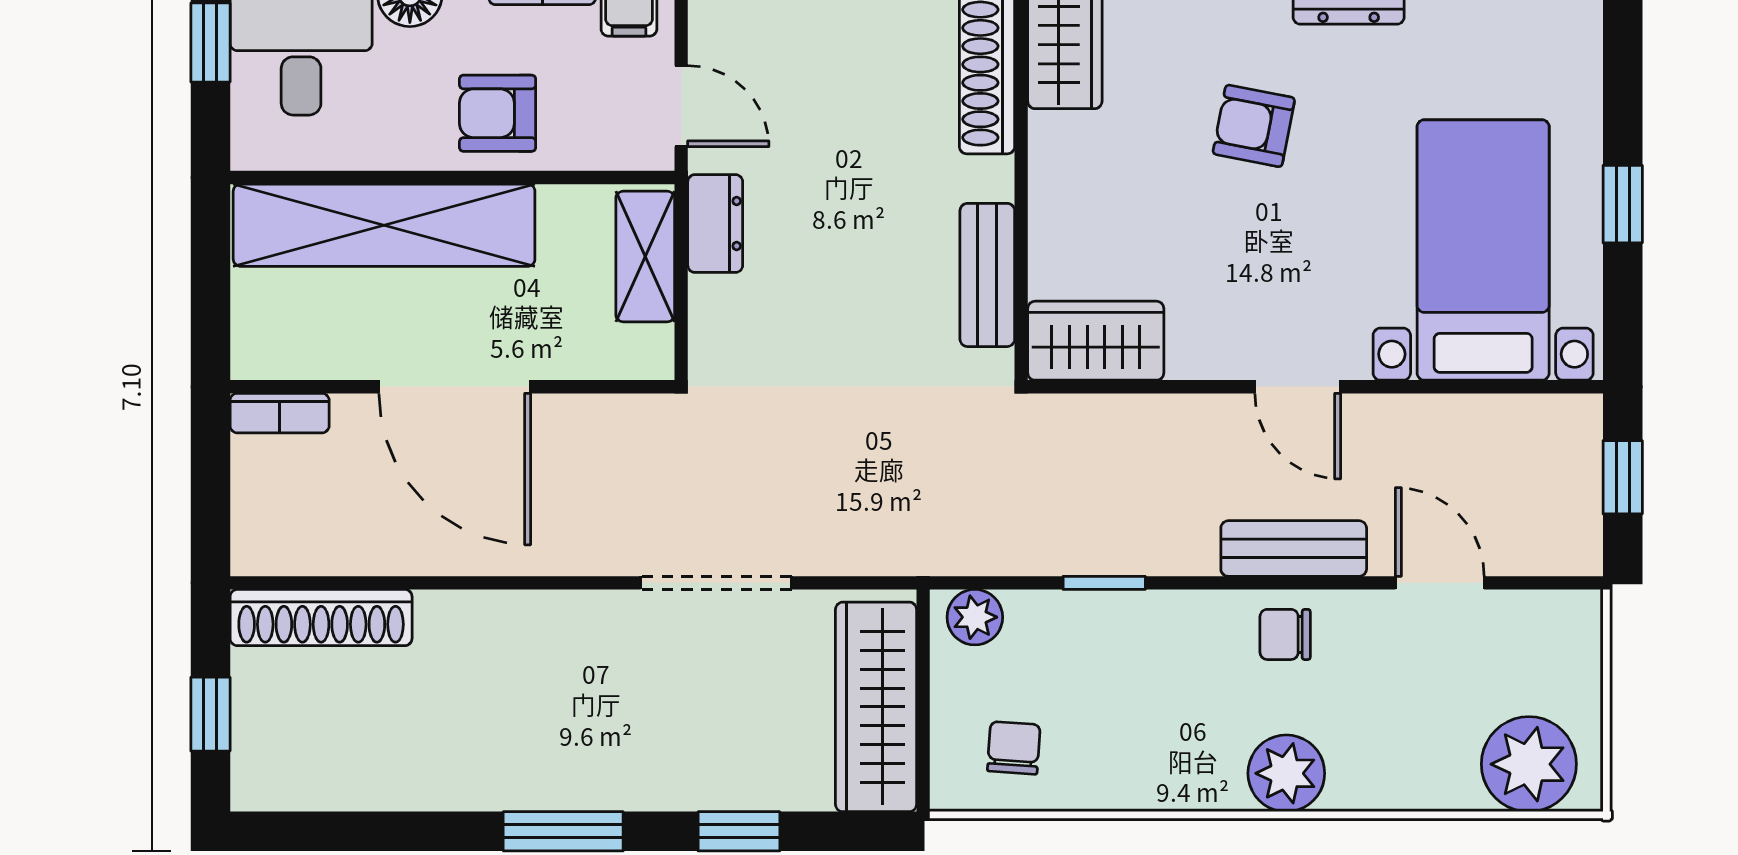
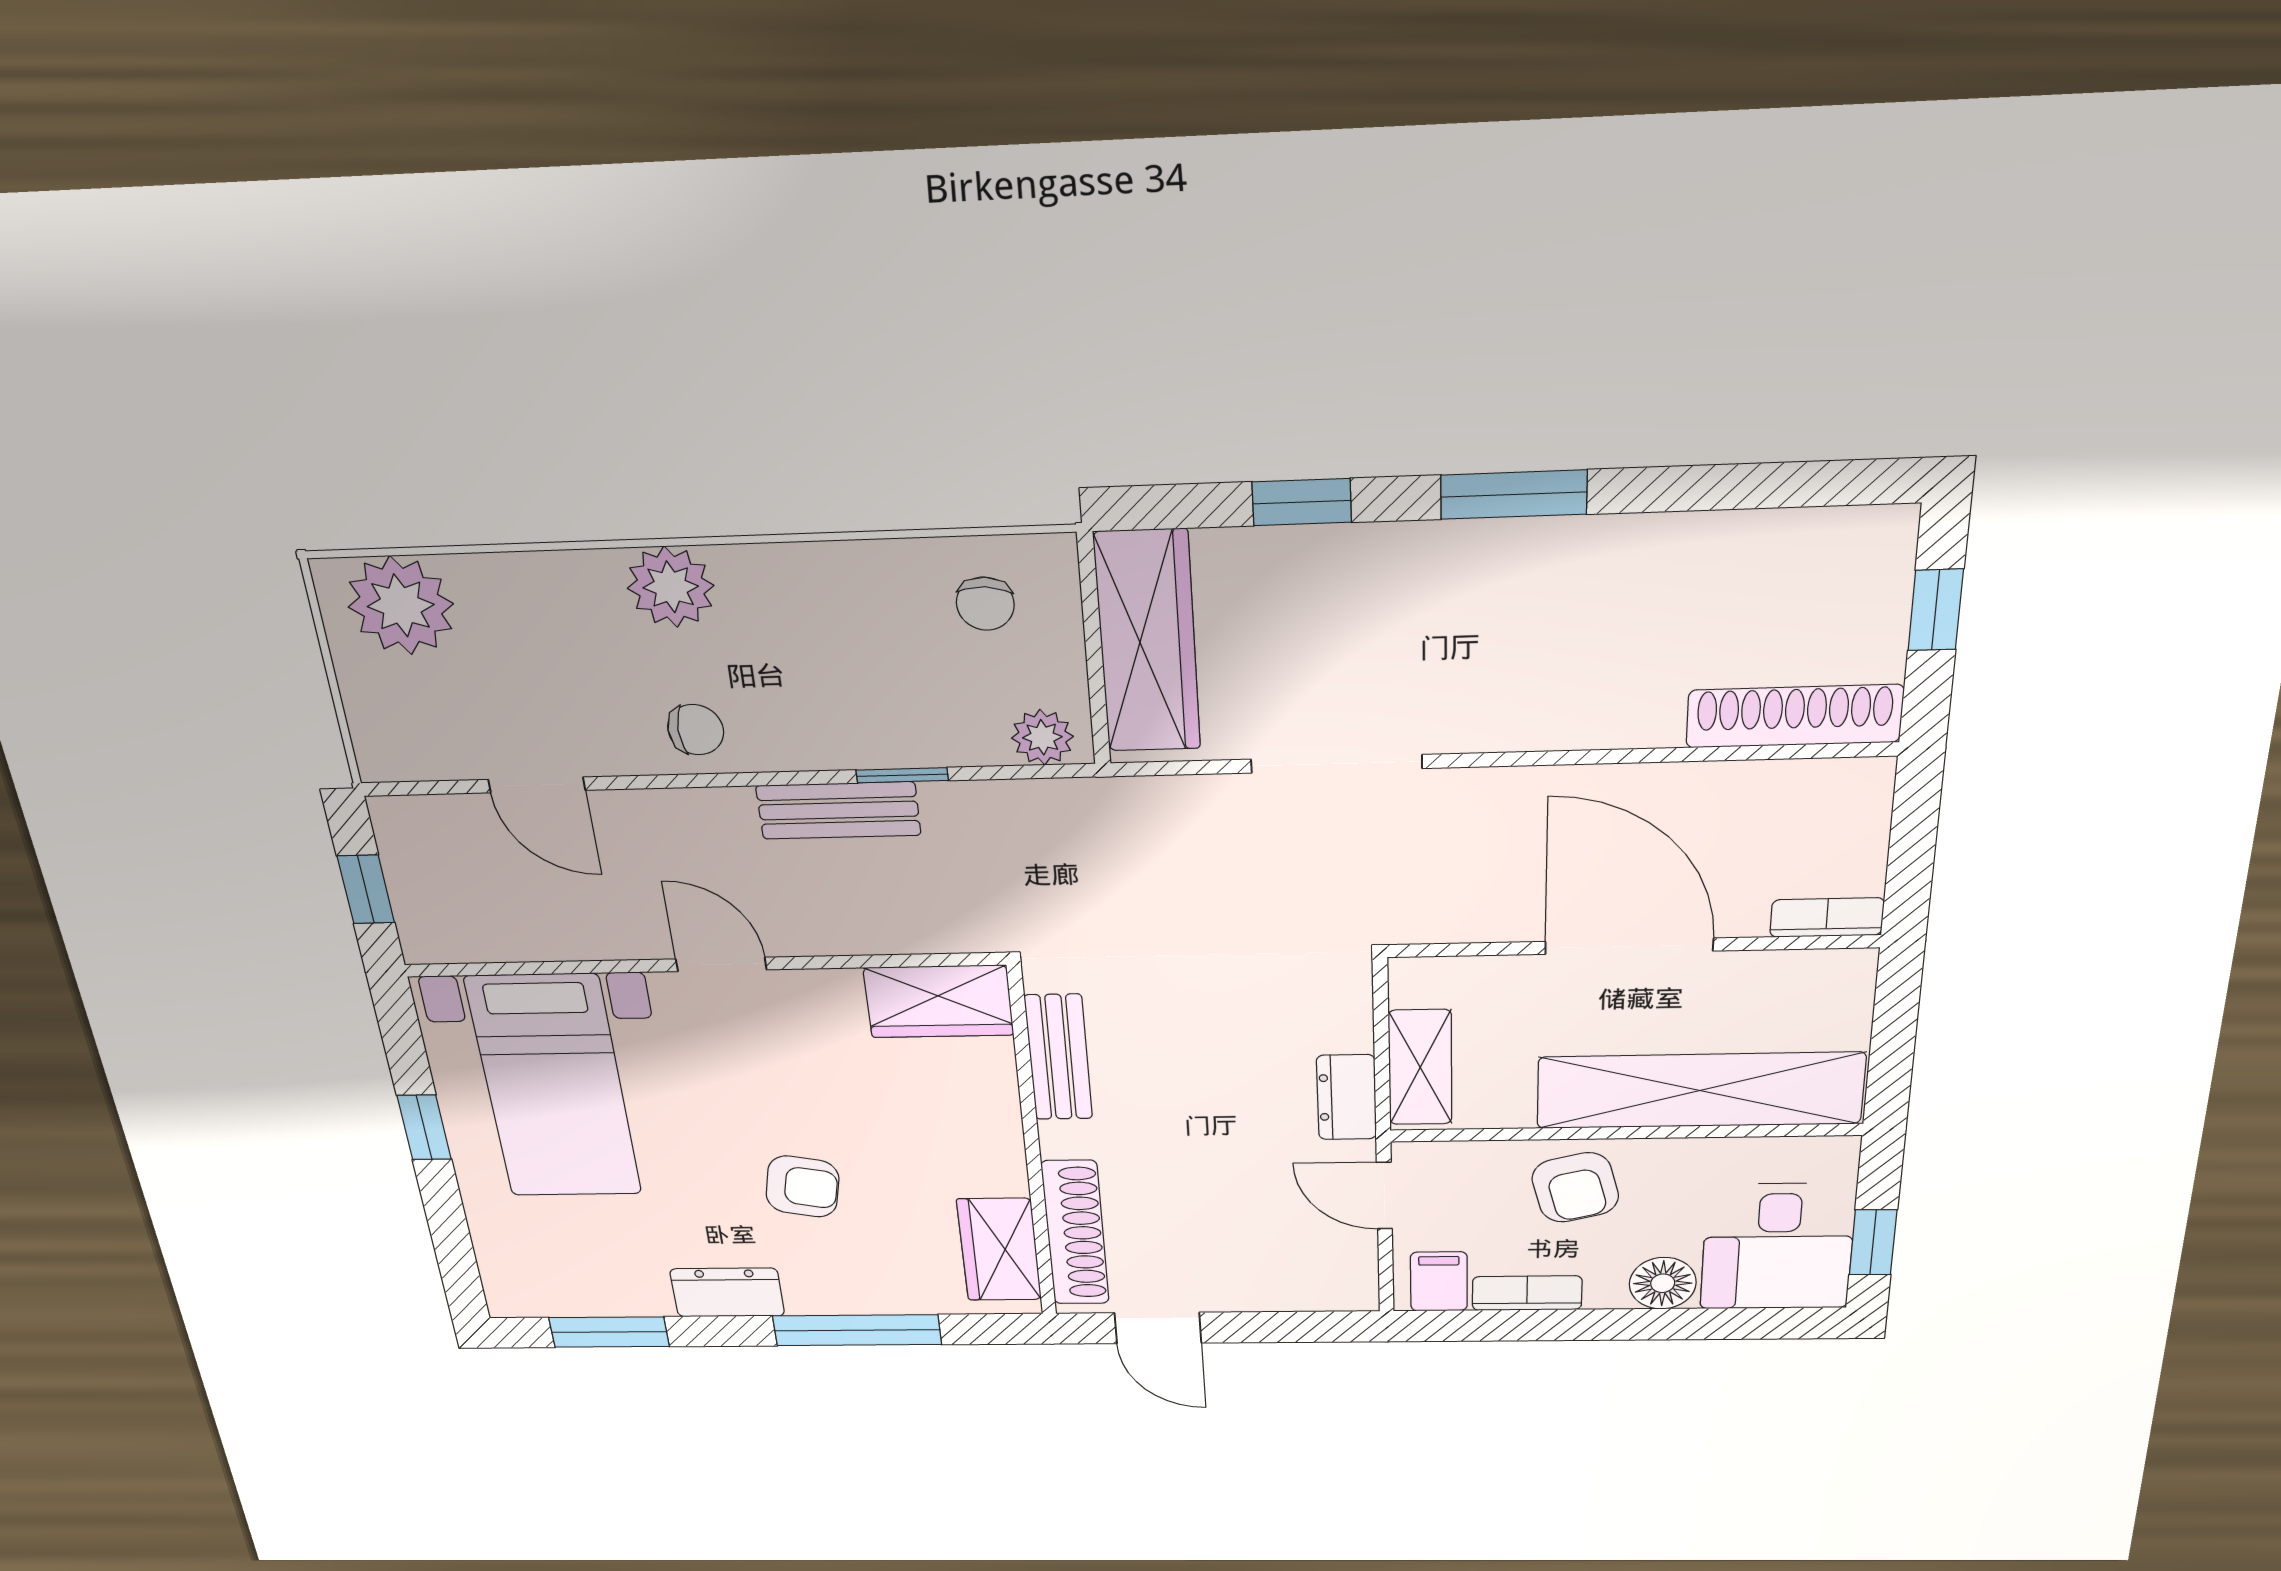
armchair: (498, 113) -> (1575, 1187), turned 76
bench: (1294, 549) -> (838, 810), moved

